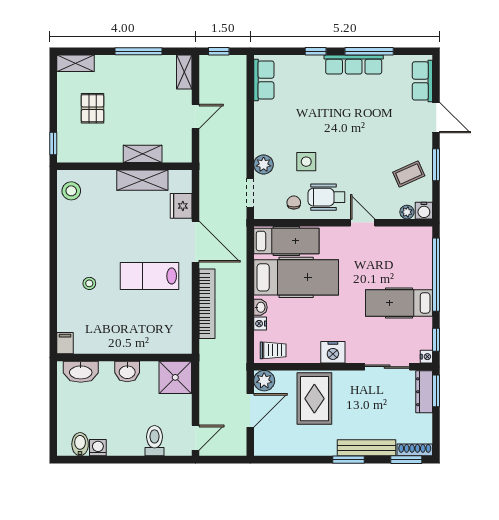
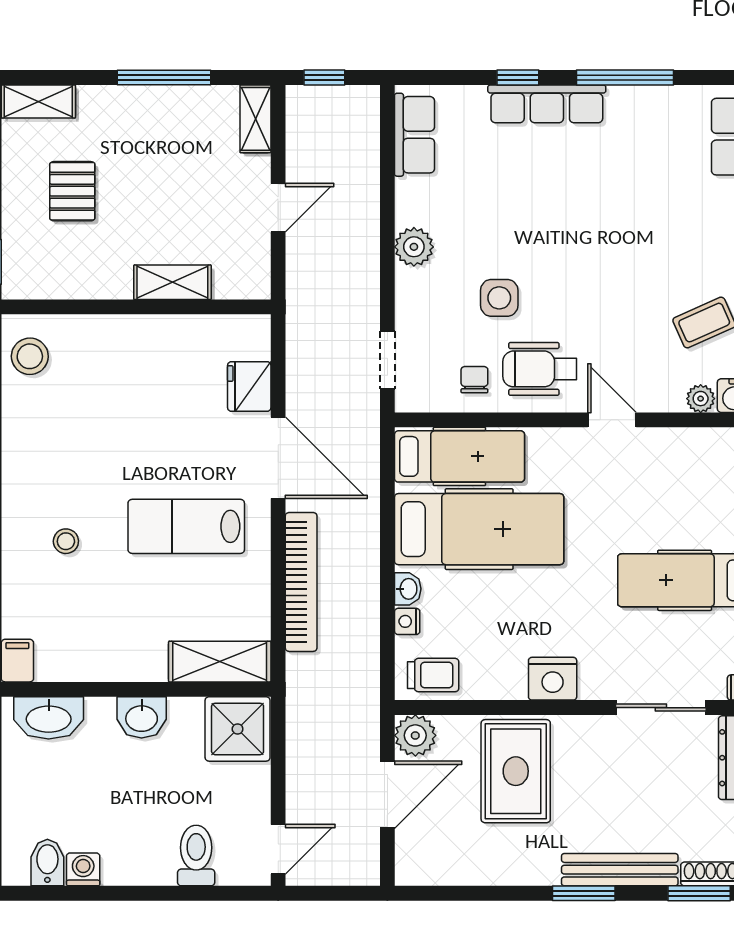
row of seats: (354, 65) -> (547, 104), moved
plant: (264, 165) -> (414, 247), moved
shelving: (142, 180) -> (220, 662), moved

